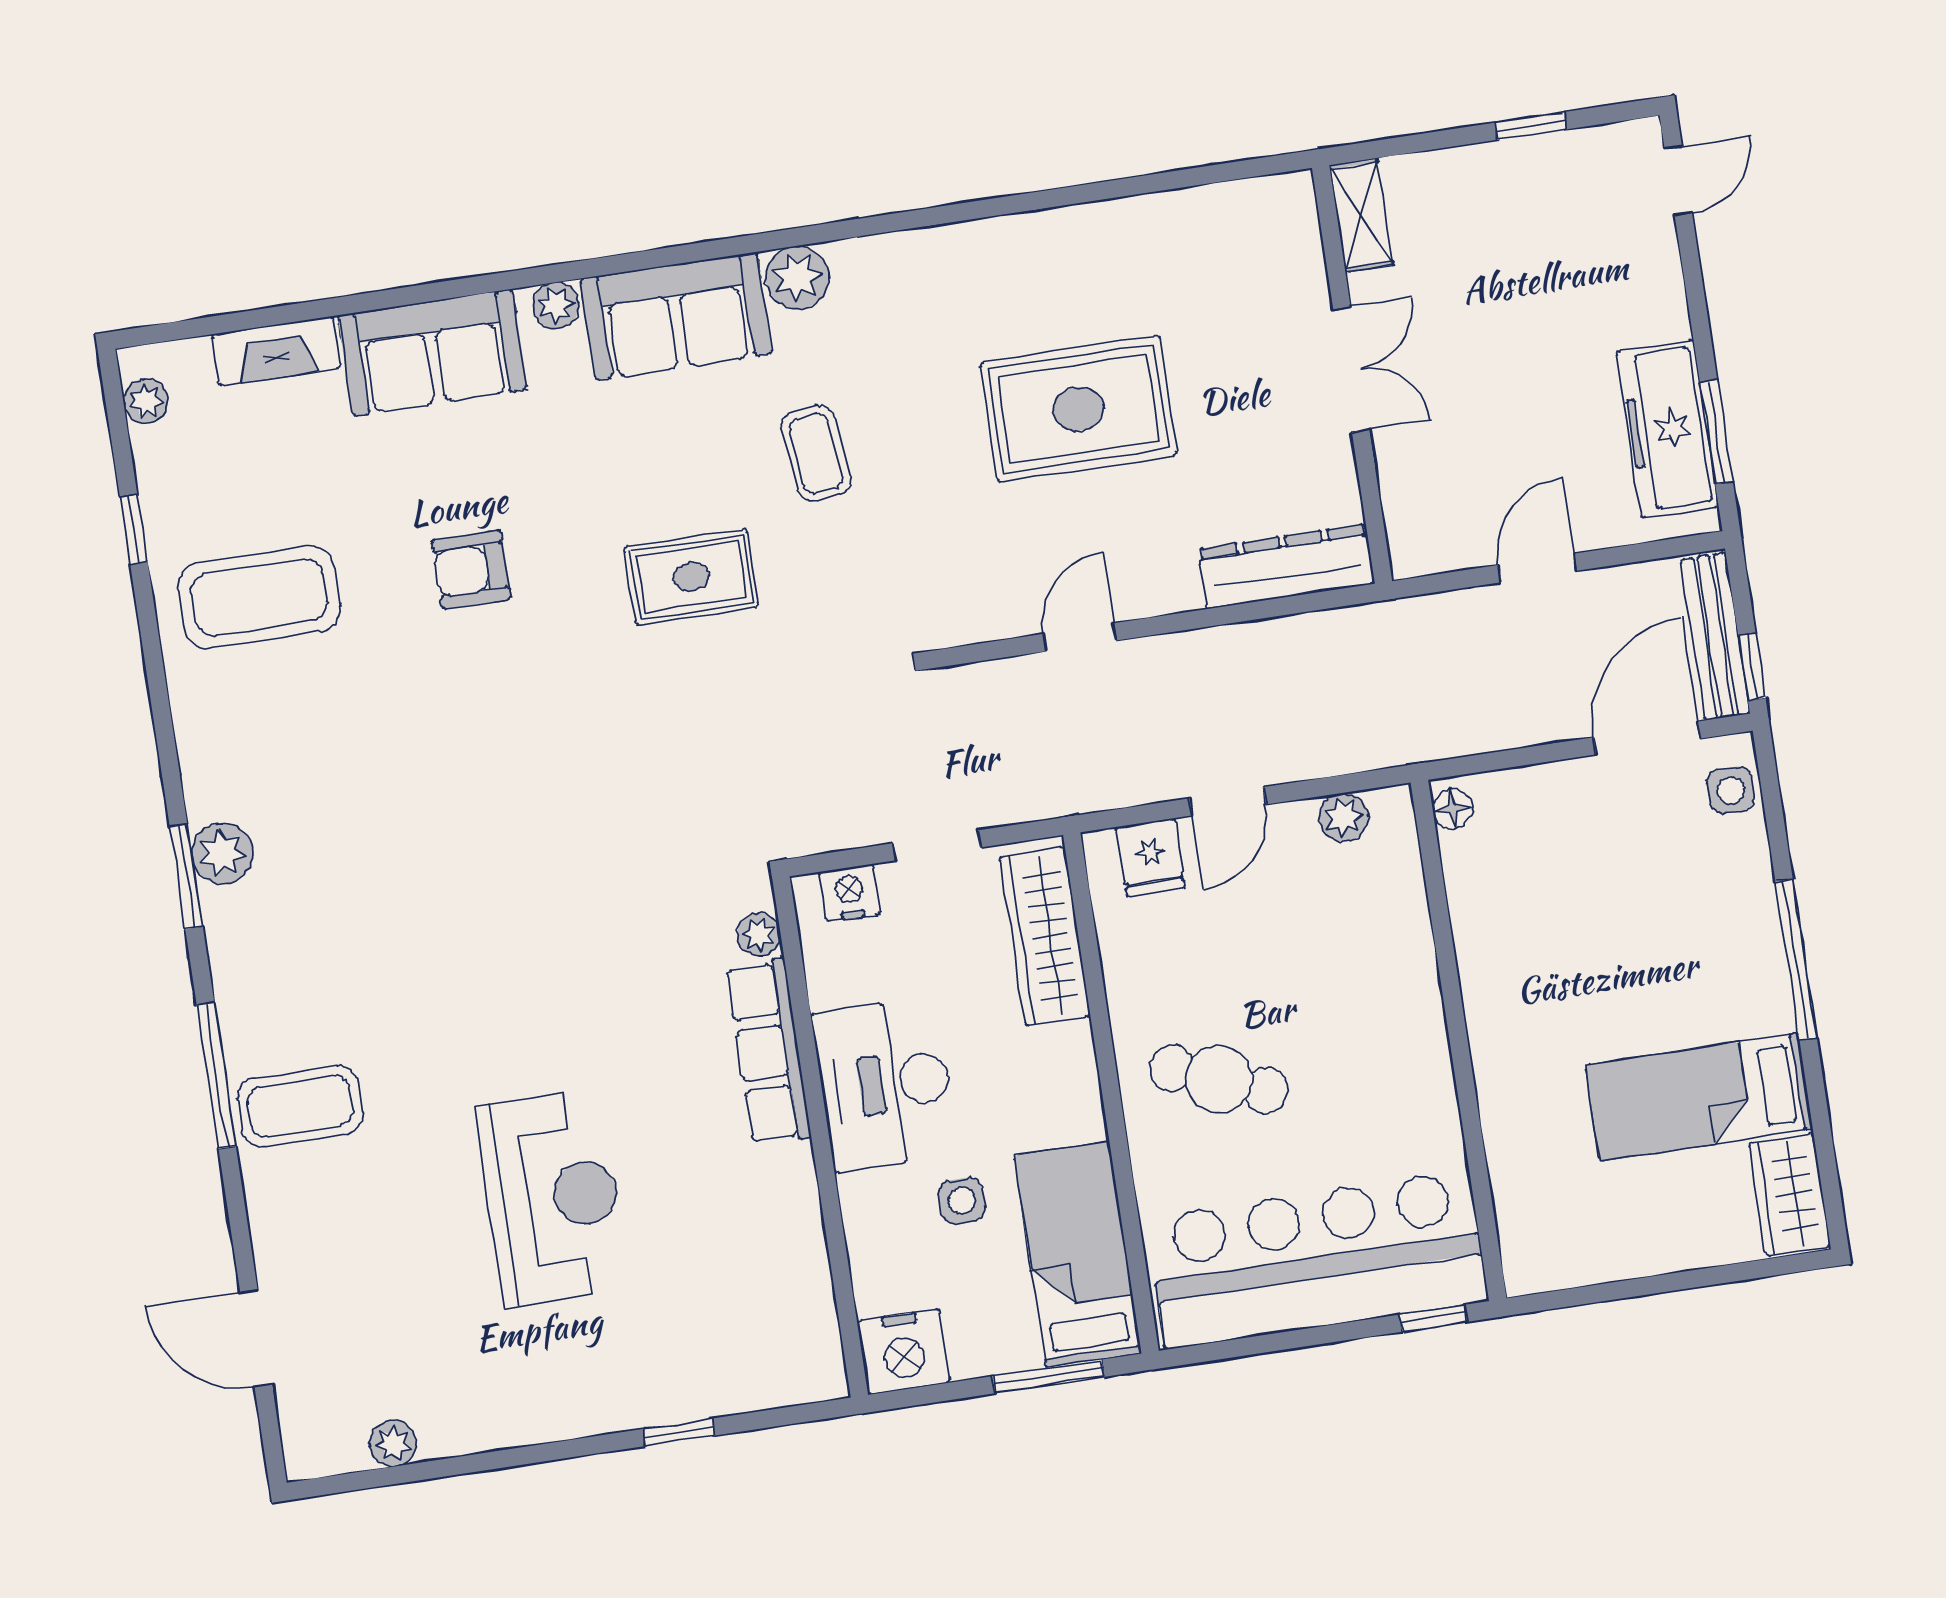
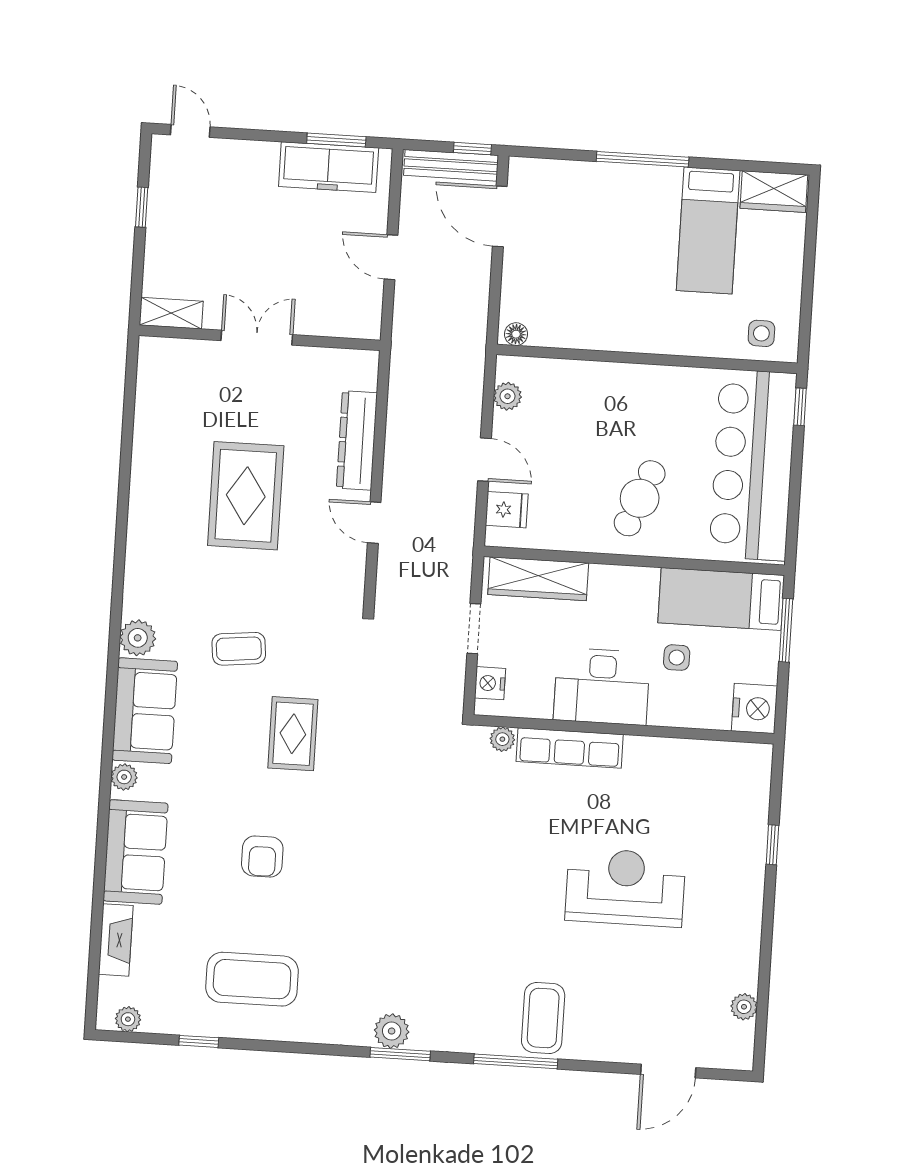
dresser: (1286, 566) -> (357, 441), moved
coffee table: (259, 597) -> (252, 979), turned 90
side table: (1731, 790) -> (761, 333), moved

